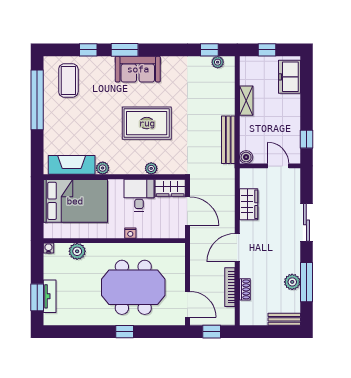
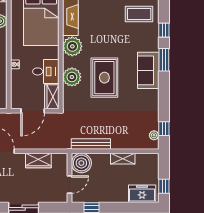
window: (267, 50) -> (164, 186), moved
boiler: (246, 157) -> (81, 163), width x1.86, depth x1.86
plant: (103, 168) -> (72, 46), width x1.87, depth x1.87
plant: (151, 168) -> (72, 77), width x1.88, depth x1.88

